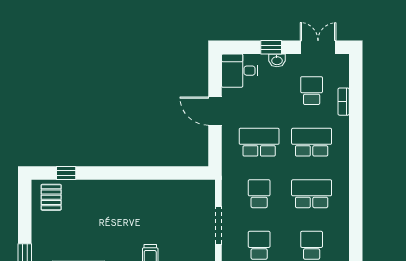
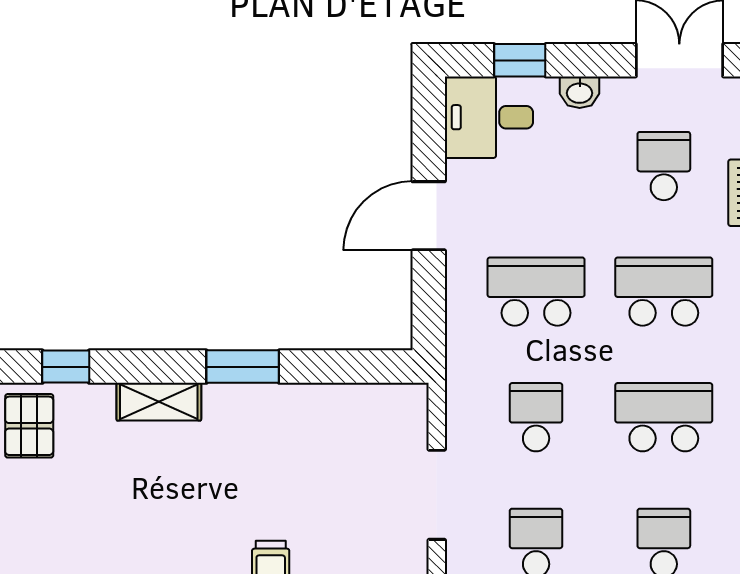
window: (271, 47) -> (520, 60), moved
door: (215, 111) -> (429, 216), hinge flipped
window: (139, 173) -> (243, 367), added
shelving: (104, 187) -> (159, 402), added

